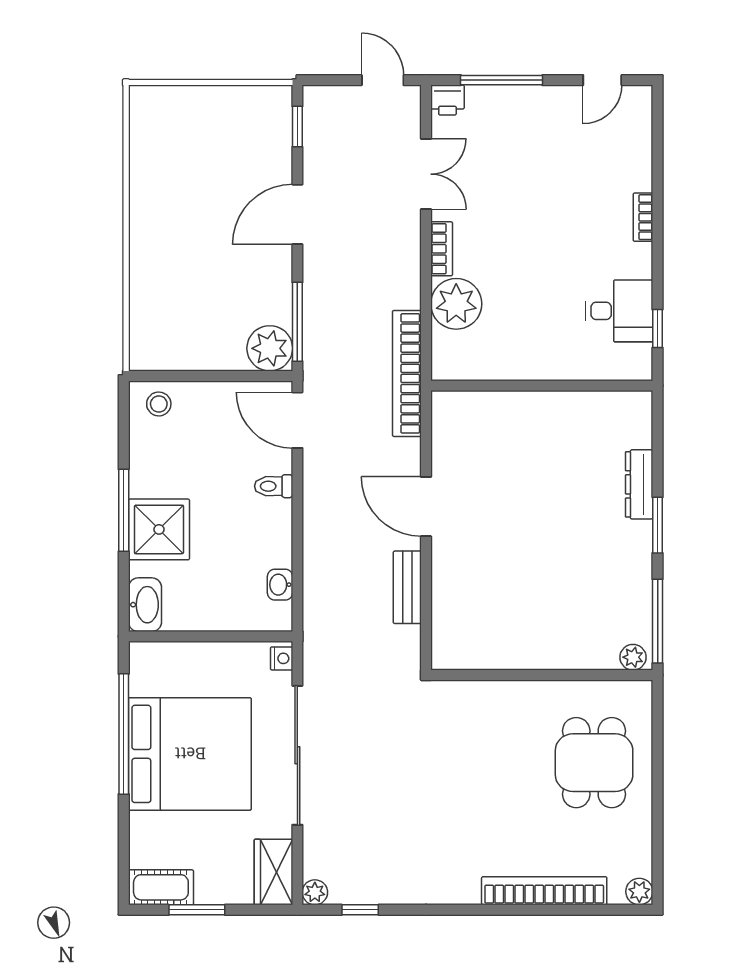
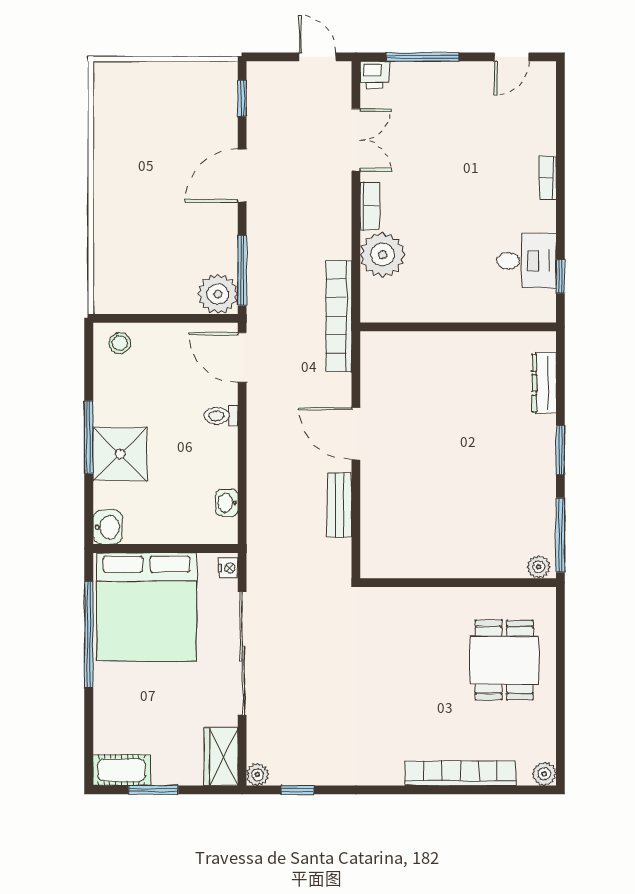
dresser: (639, 484) -> (544, 383), moved
washbasin: (145, 605) -> (108, 527), width x0.72
bed: (190, 754) -> (147, 607), moved, turned 90

